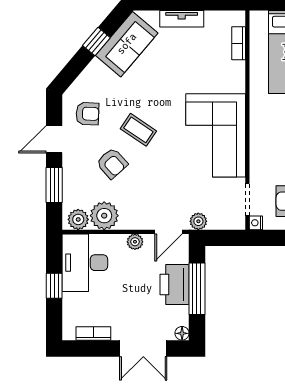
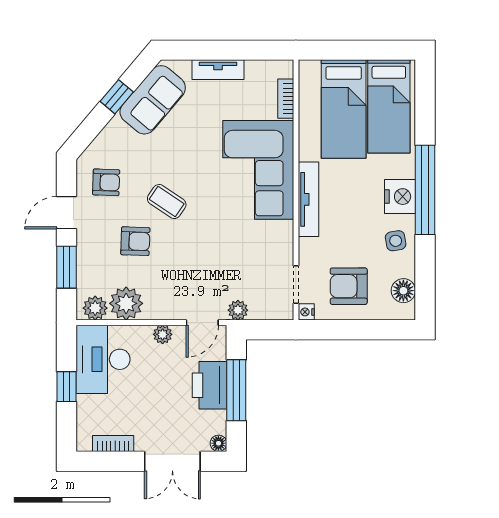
tv unit: (258, 128) -> (309, 199), added
corner sofa: (216, 135) -> (258, 170), moved
armchair: (112, 163) -> (135, 241), turned -46

